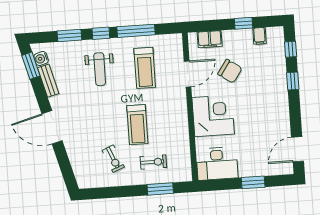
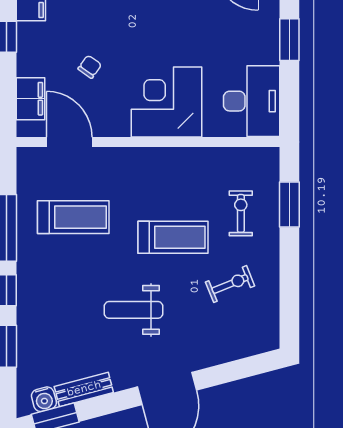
weight bench: (100, 69) -> (133, 310), moved, turned 180
chair: (230, 71) -> (90, 67), width x0.54, depth x0.54
door: (188, 74) -> (69, 142), moved

